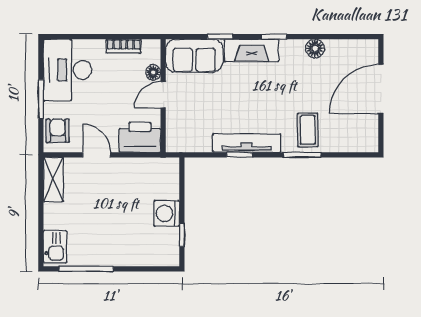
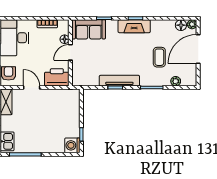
plant: (371, 47) -> (192, 24), added
floor lamp: (315, 48) -> (181, 25), moved
fireplace: (252, 50) -> (134, 26), moved
coffee table: (308, 130) -> (159, 57), moved
plant: (343, 144) -> (176, 81), added
washing machine: (167, 213) -> (72, 145), moved

